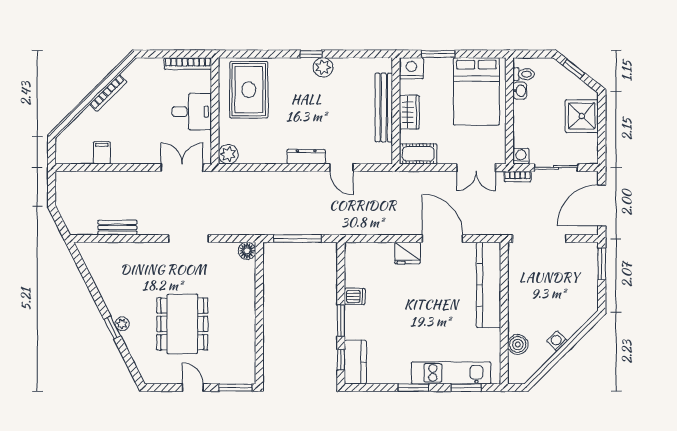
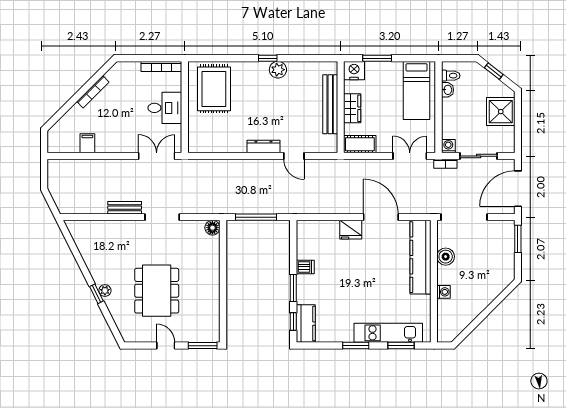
bed: (476, 91) -> (417, 90), width x0.67
plant: (228, 154) -> (196, 144), removed
double door: (476, 168) -> (410, 156), swing flipped
bench: (117, 228) -> (125, 208), moved
washing machine: (557, 341) -> (443, 292), moved, turned 135
boiler: (518, 344) -> (446, 257), moved

